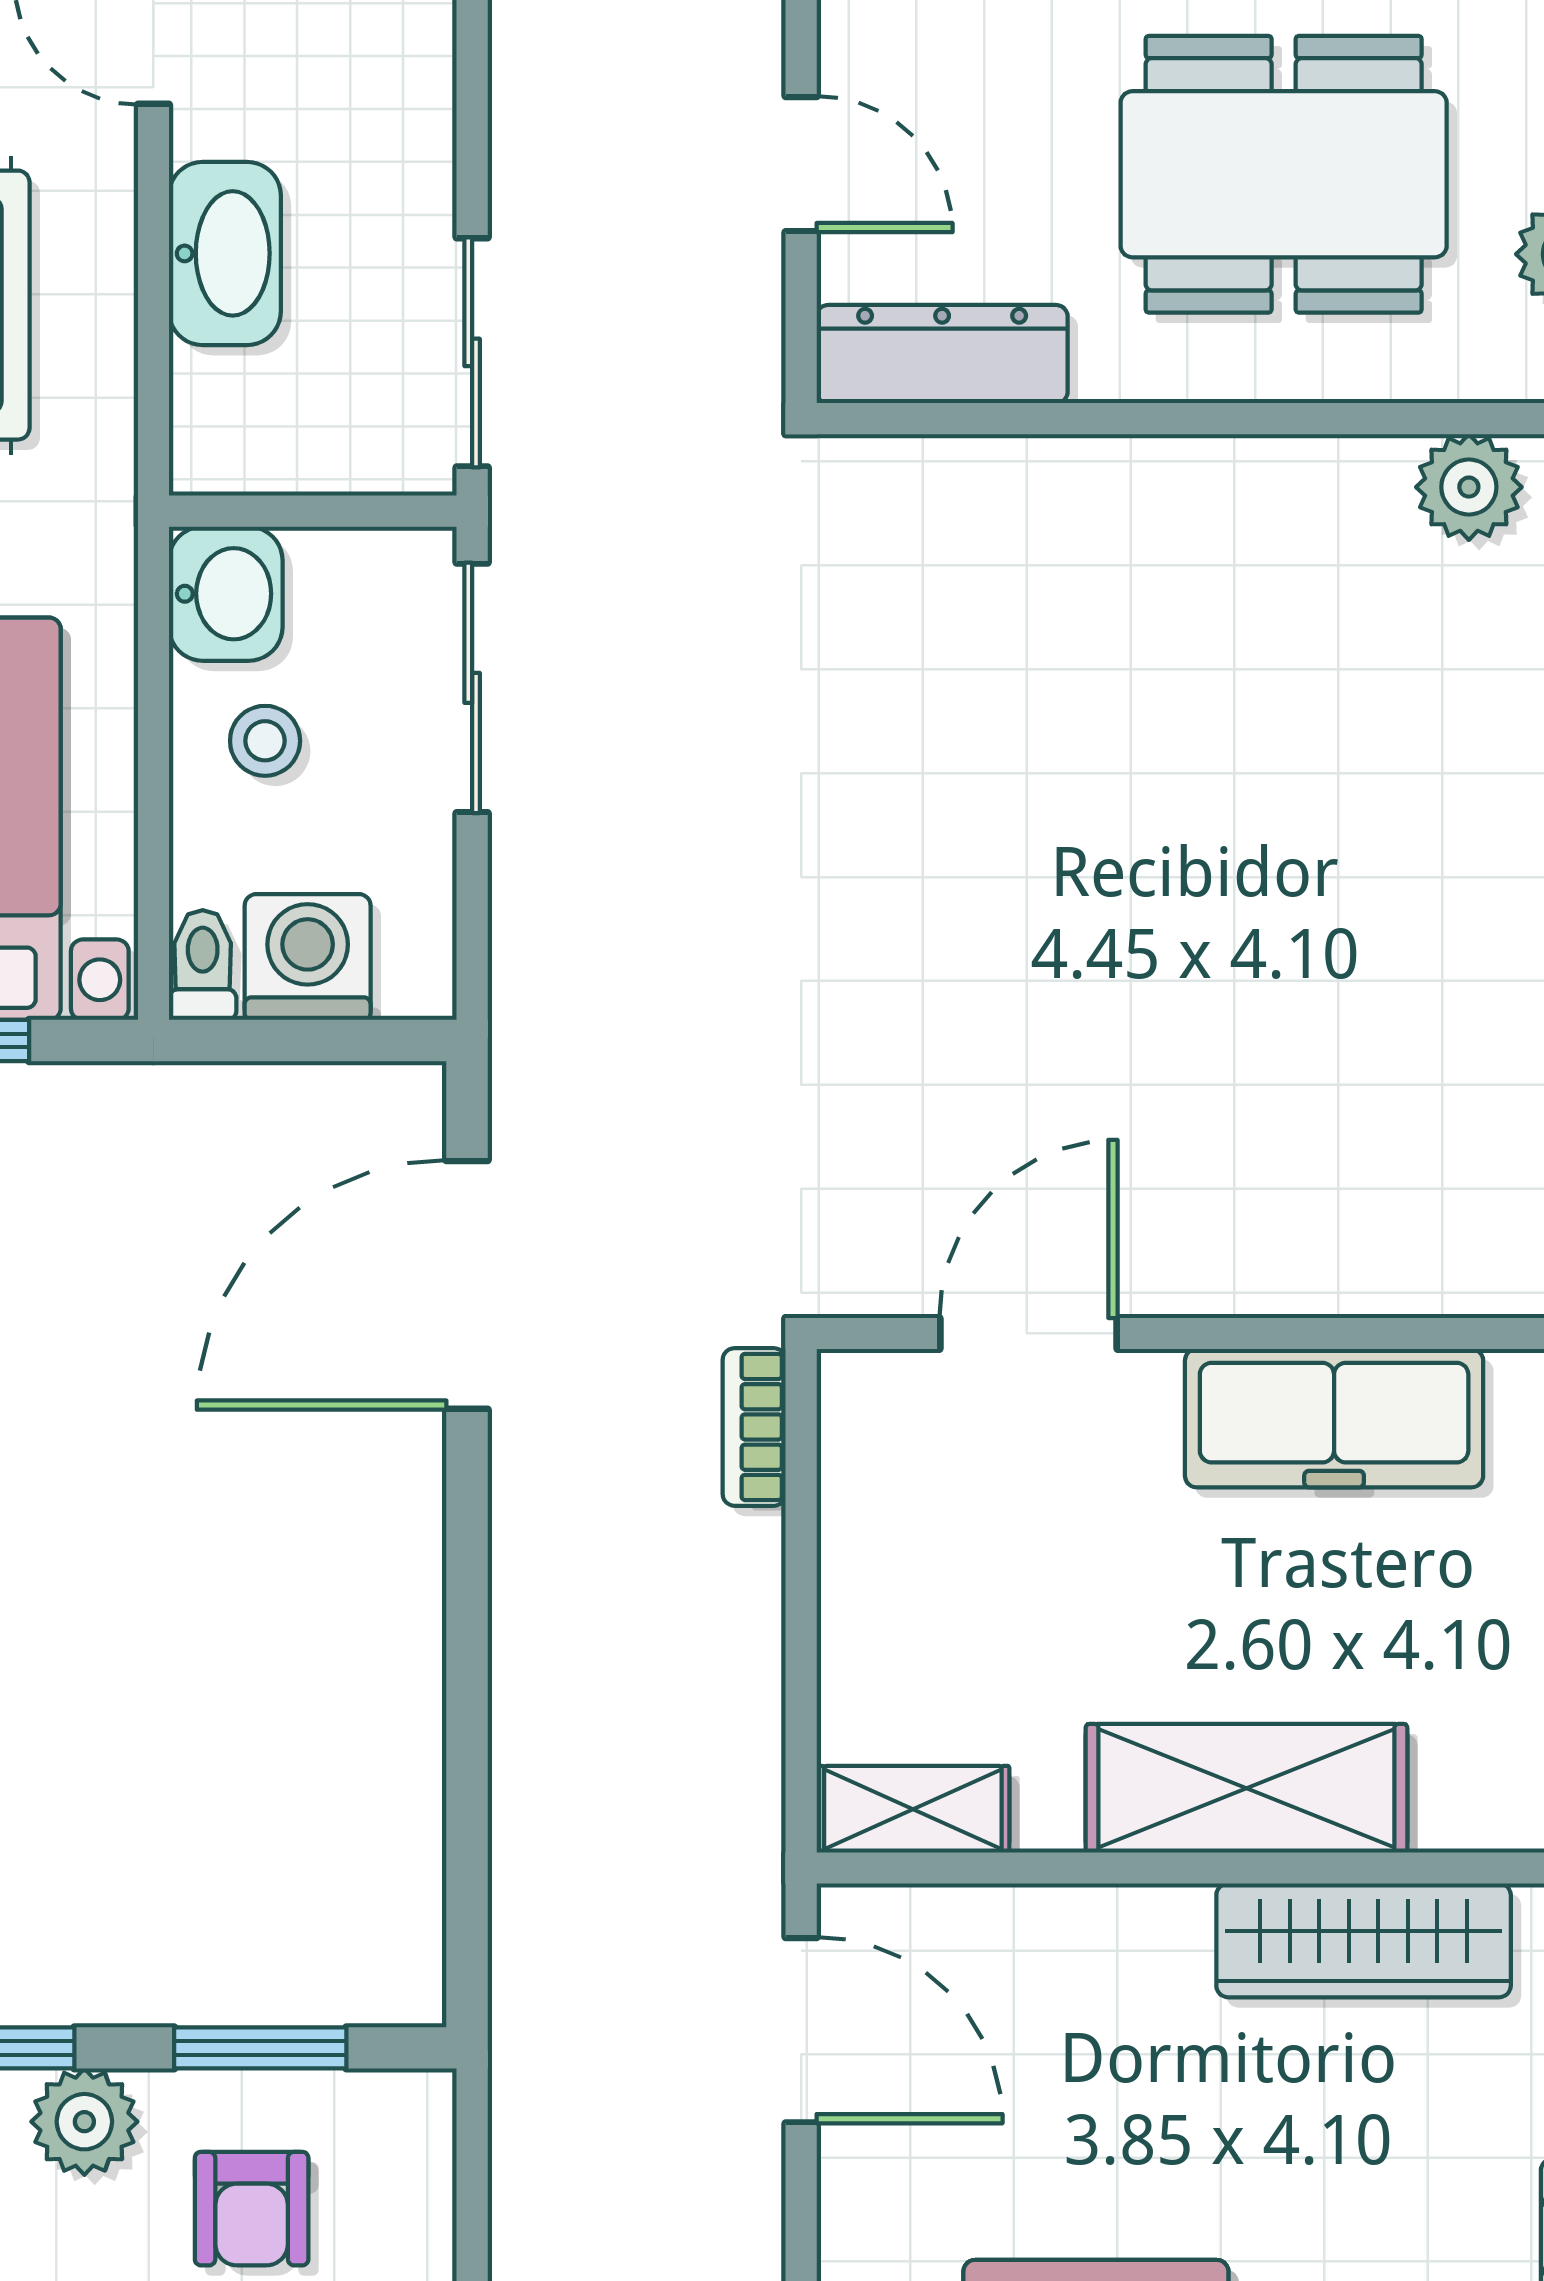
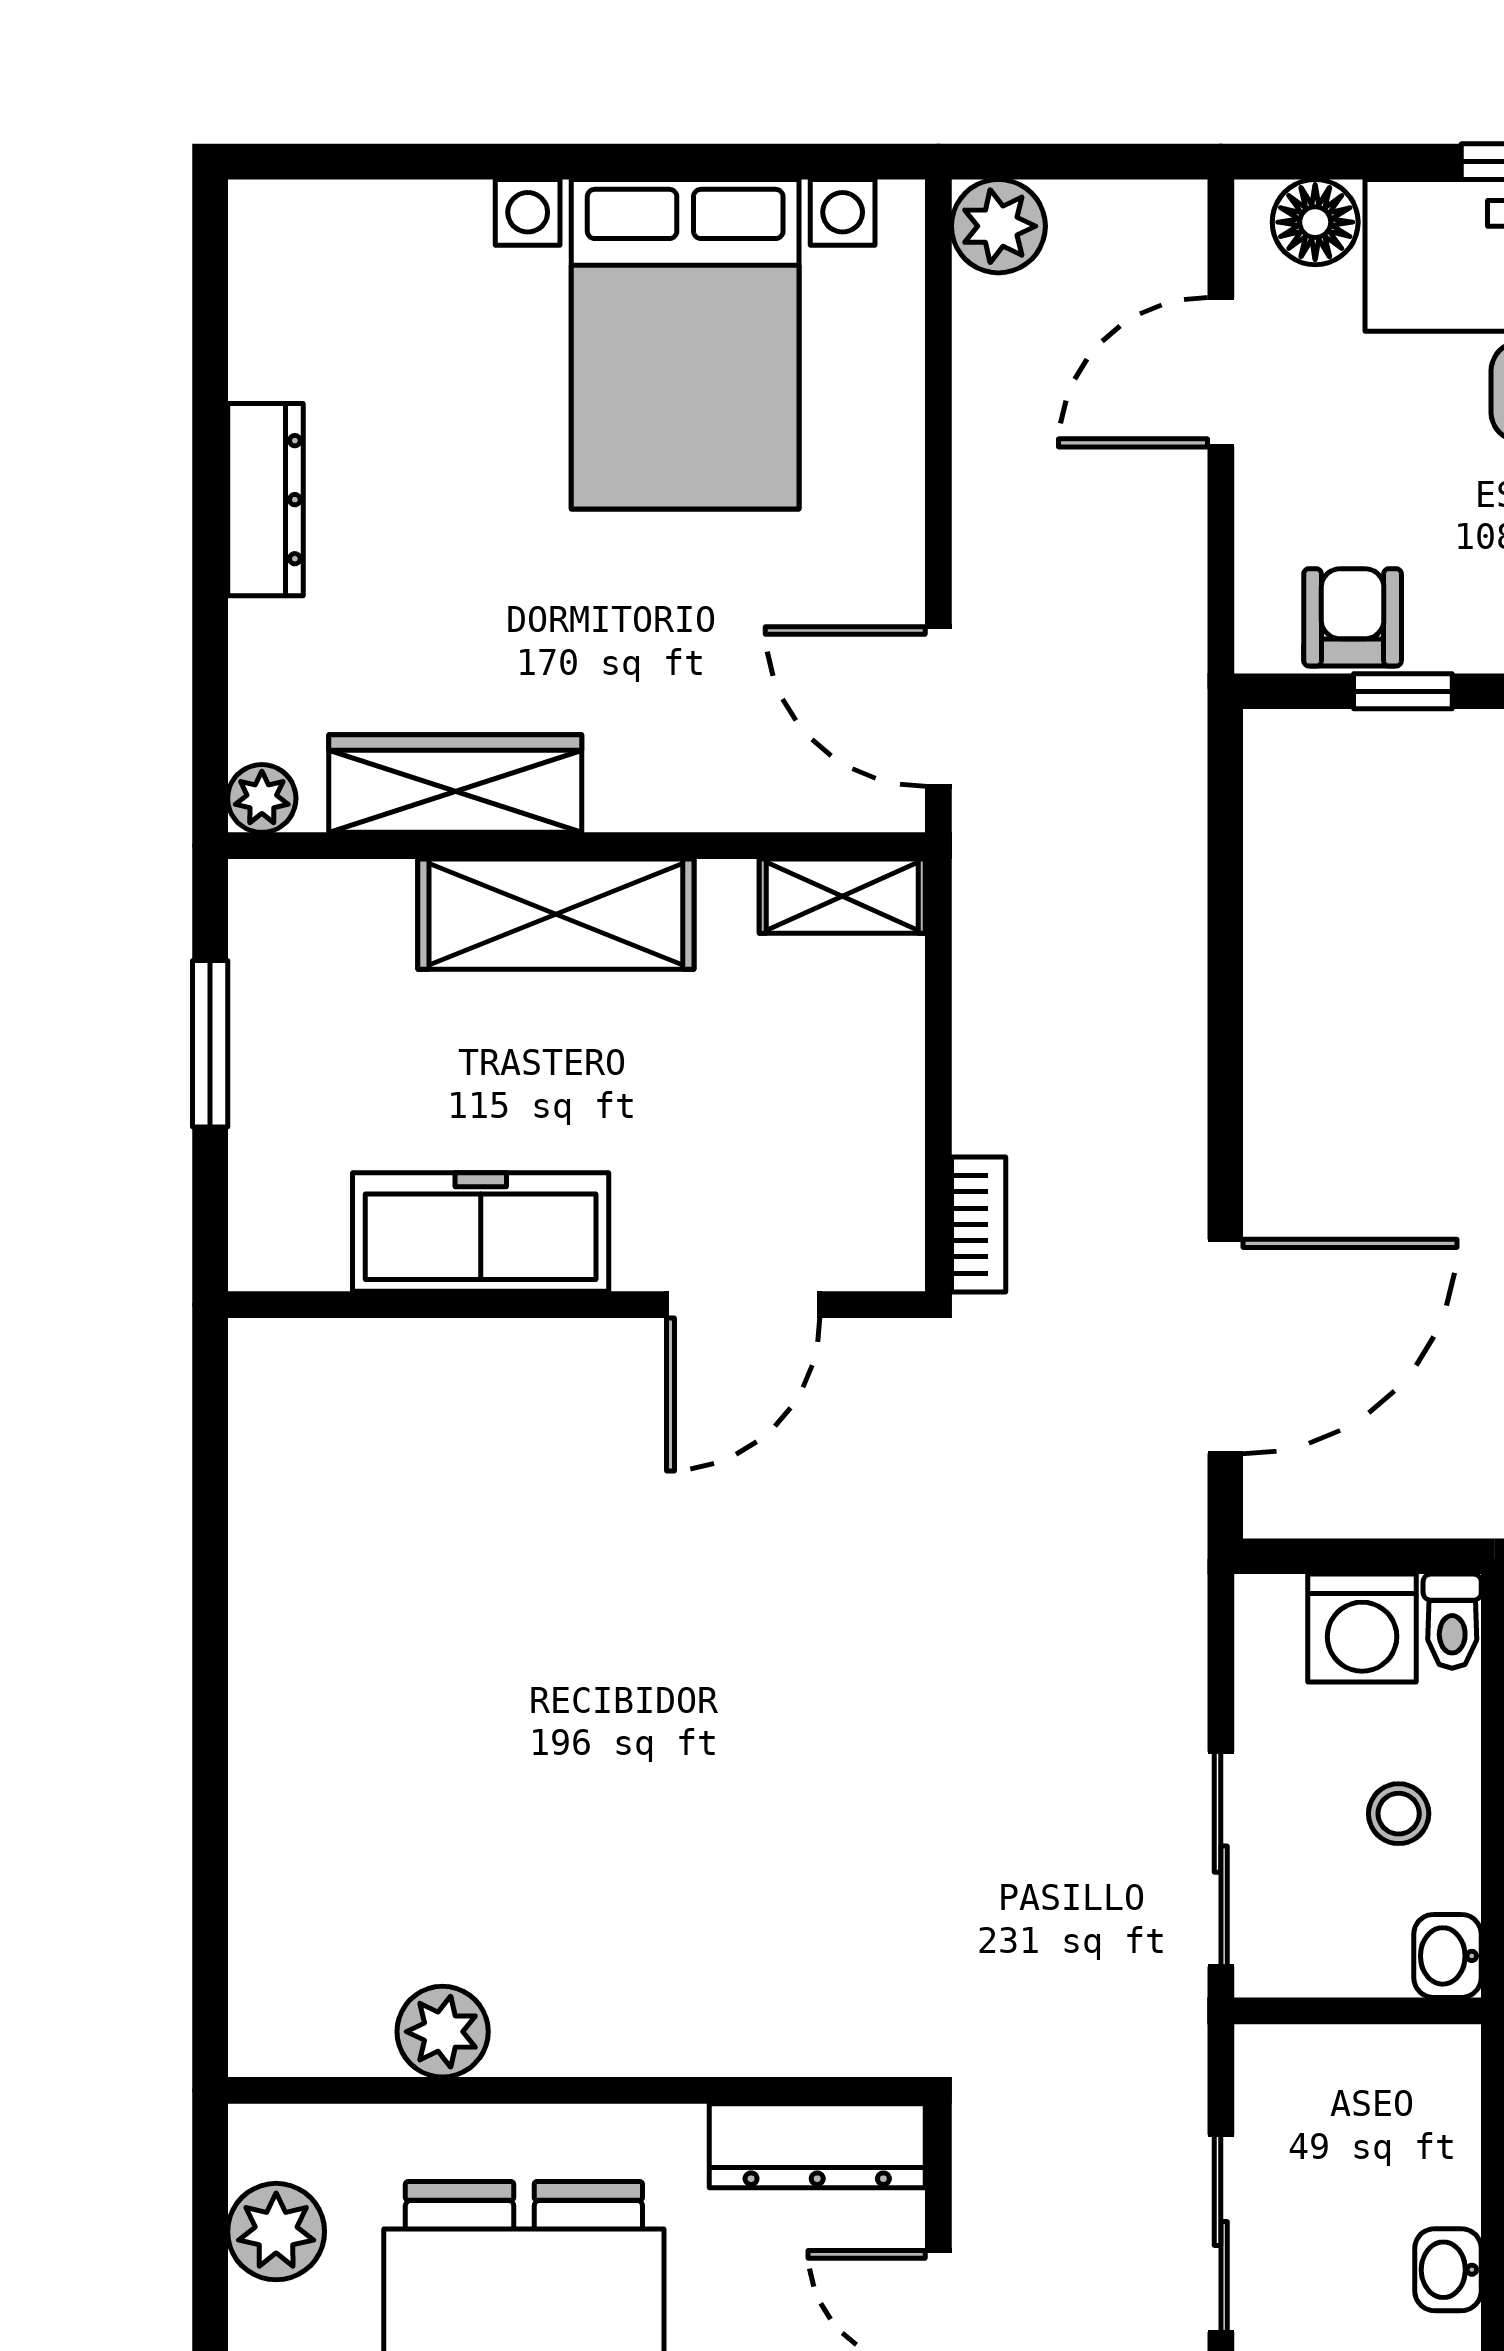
washbasin: (225, 253) -> (1448, 2270), width x0.52, depth x0.69
sliding door: (472, 352) -> (1221, 2233), moved
plant: (1469, 487) -> (443, 2032), moved
washbasin: (226, 594) -> (1447, 1956), width x0.72, depth x0.69
window: (260, 2048) -> (1403, 691), width x0.67
armchair: (252, 2209) -> (1353, 617), moved

